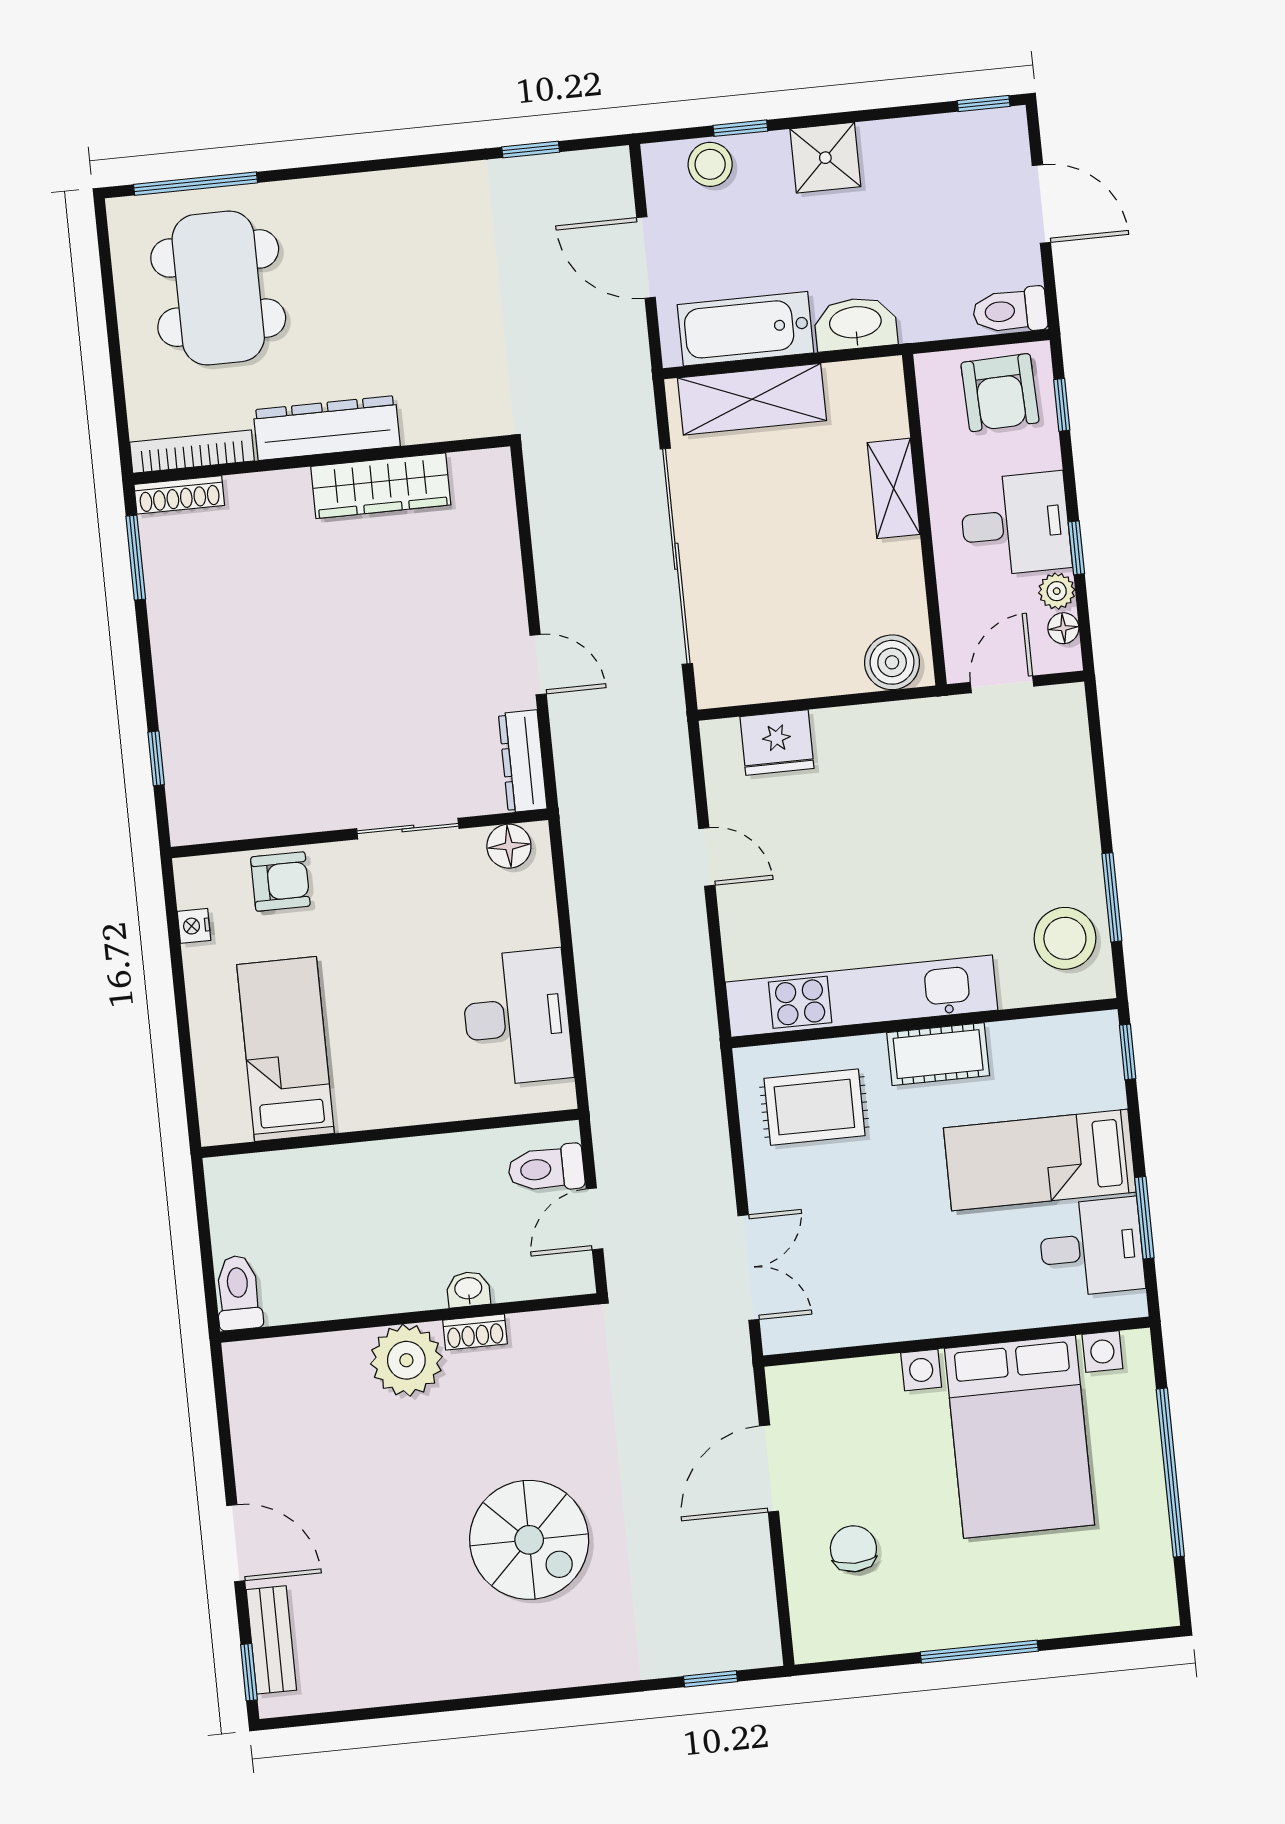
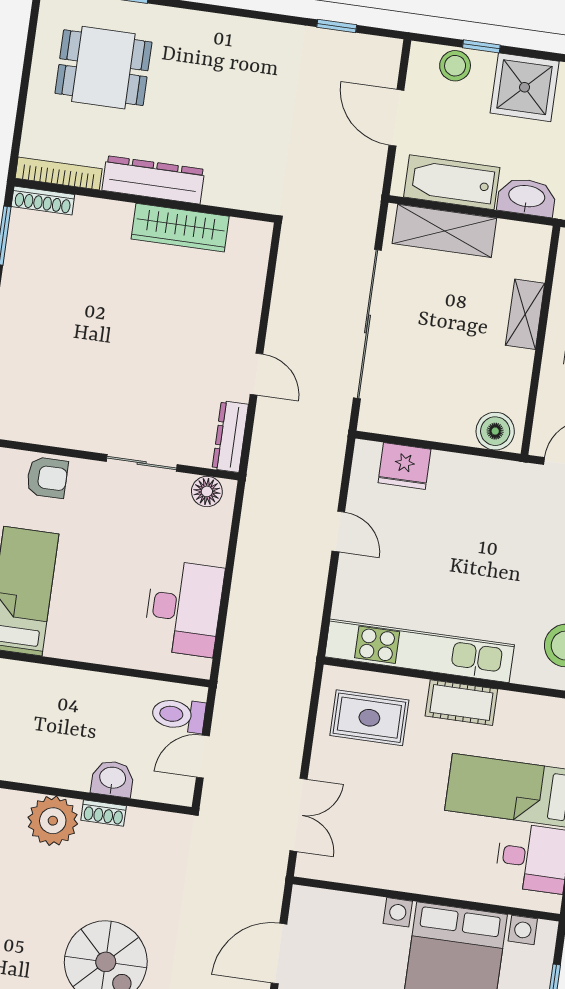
shower: (825, 158) -> (525, 87), width x1.36, depth x1.36
dining table: (218, 288) -> (103, 68), width x0.73
washbasin: (468, 1289) -> (112, 779), width x1.38, depth x1.45

